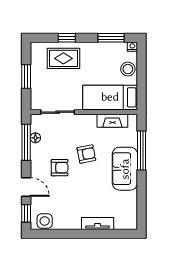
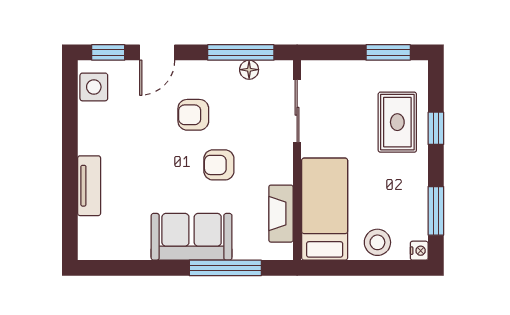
window: (26, 76) -> (388, 52), moved
armchair: (86, 154) -> (219, 165), turned 101
armchair: (60, 168) -> (193, 115), turned 90

